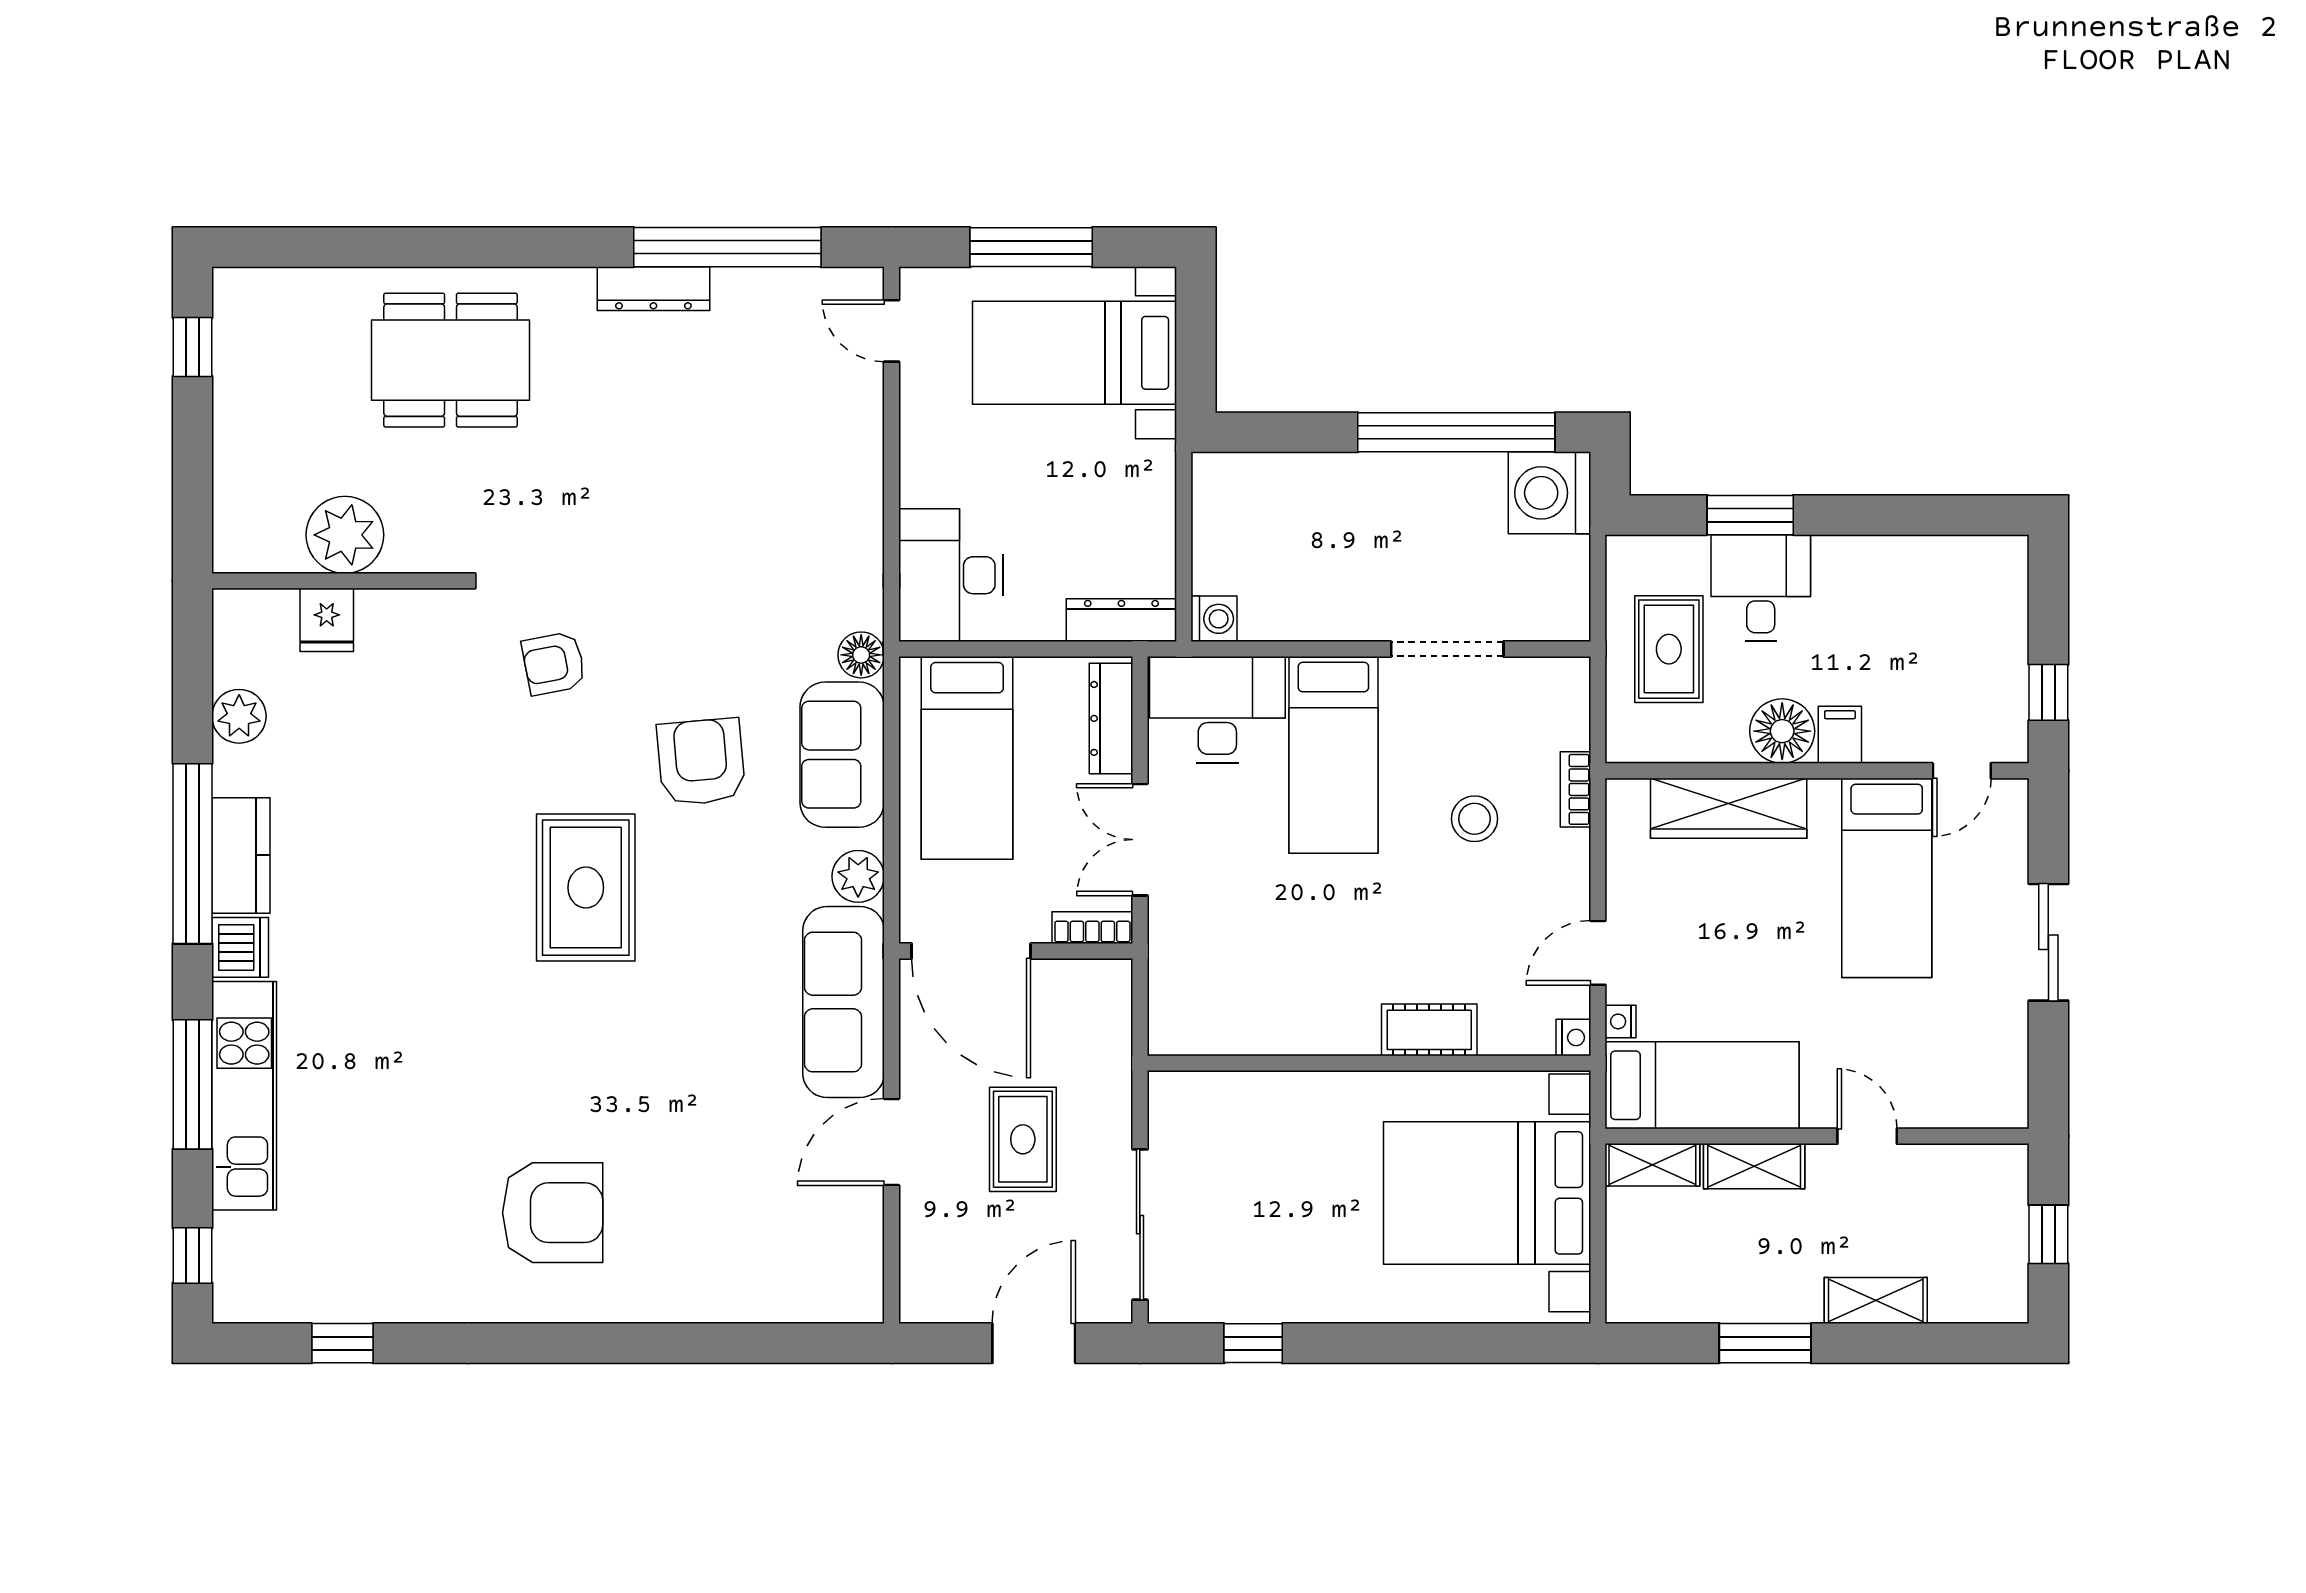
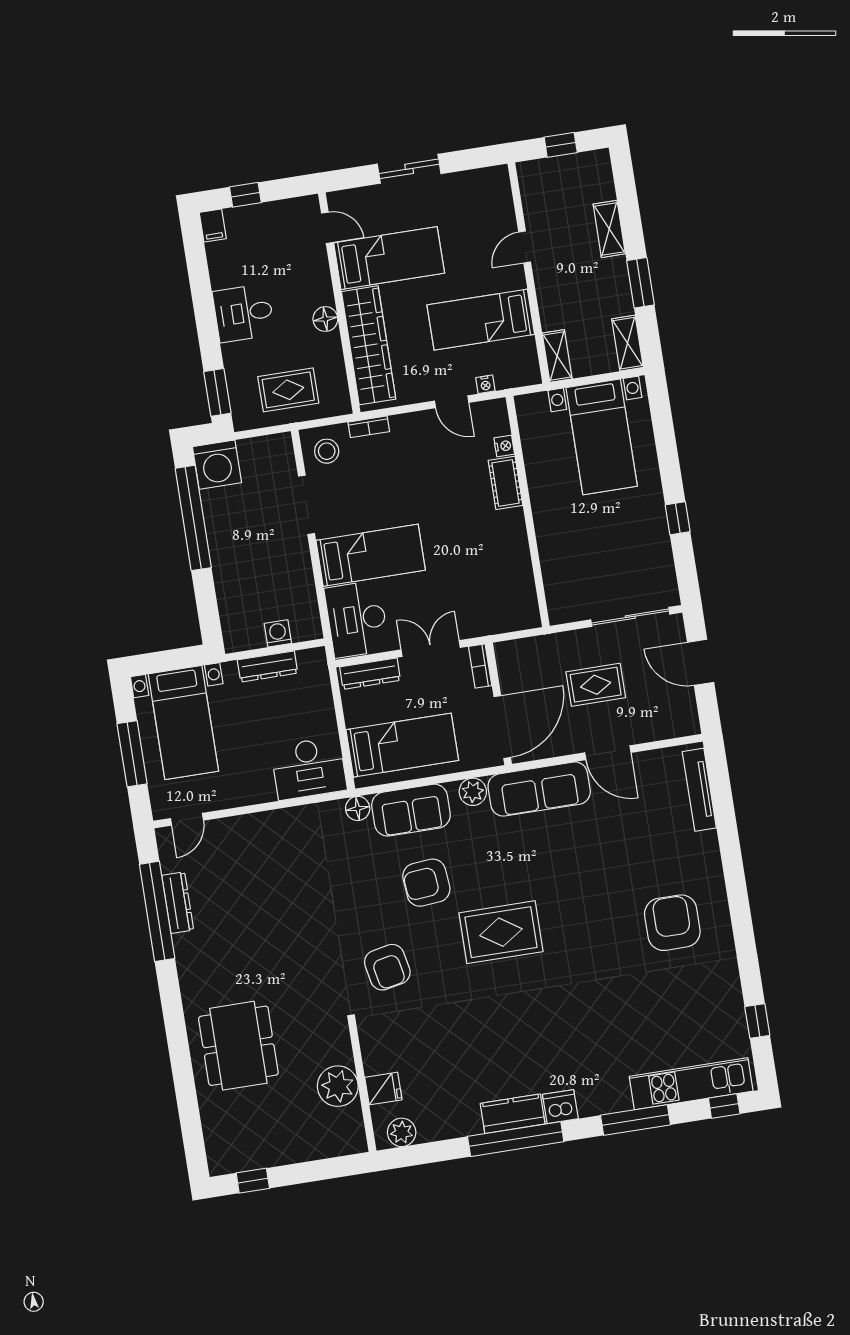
dresser: (653, 289) -> (178, 903), moved
window: (1750, 515) -> (217, 392), moved
desk: (1761, 588) -> (244, 313), moved
washing machine: (1214, 619) -> (278, 633), moved
dresser: (1121, 620) -> (267, 666), moved, turned -90
armchair: (554, 663) -> (387, 967), width x1.38, depth x1.38
window: (2048, 692) -> (245, 195), moved
plant: (239, 716) -> (402, 1132), moved
floor lamp: (1782, 731) -> (325, 319), width x0.73, depth x0.73
filing cabinet: (1840, 735) -> (213, 226), moved, turned -90
wardrobe: (1729, 808) -> (369, 345), width x1.40, depth x1.17
stool: (1474, 819) -> (327, 451), moved
double door: (1140, 840) -> (431, 649), swing flipped
nightstand: (1573, 1037) -> (504, 446), moved, turned 90
bed: (1702, 1085) -> (481, 320), moved, turned -90
kitchen unit: (244, 1096) -> (691, 1084), moved
shelving: (1754, 1166) -> (628, 343), moved
bed with nightstands: (1487, 1193) -> (602, 437), width x0.73
tv unit: (795, 1303) -> (699, 790), added
window: (1253, 1343) -> (678, 518), moved

